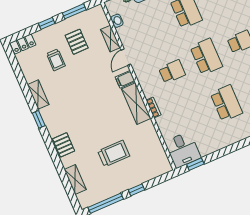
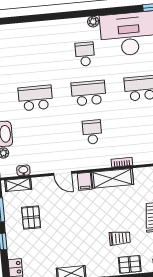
shelving: (110, 39) -> (18, 185), moved
pallet: (77, 42) -> (31, 217), turned 90
trolley: (56, 60) -> (120, 238), moved

